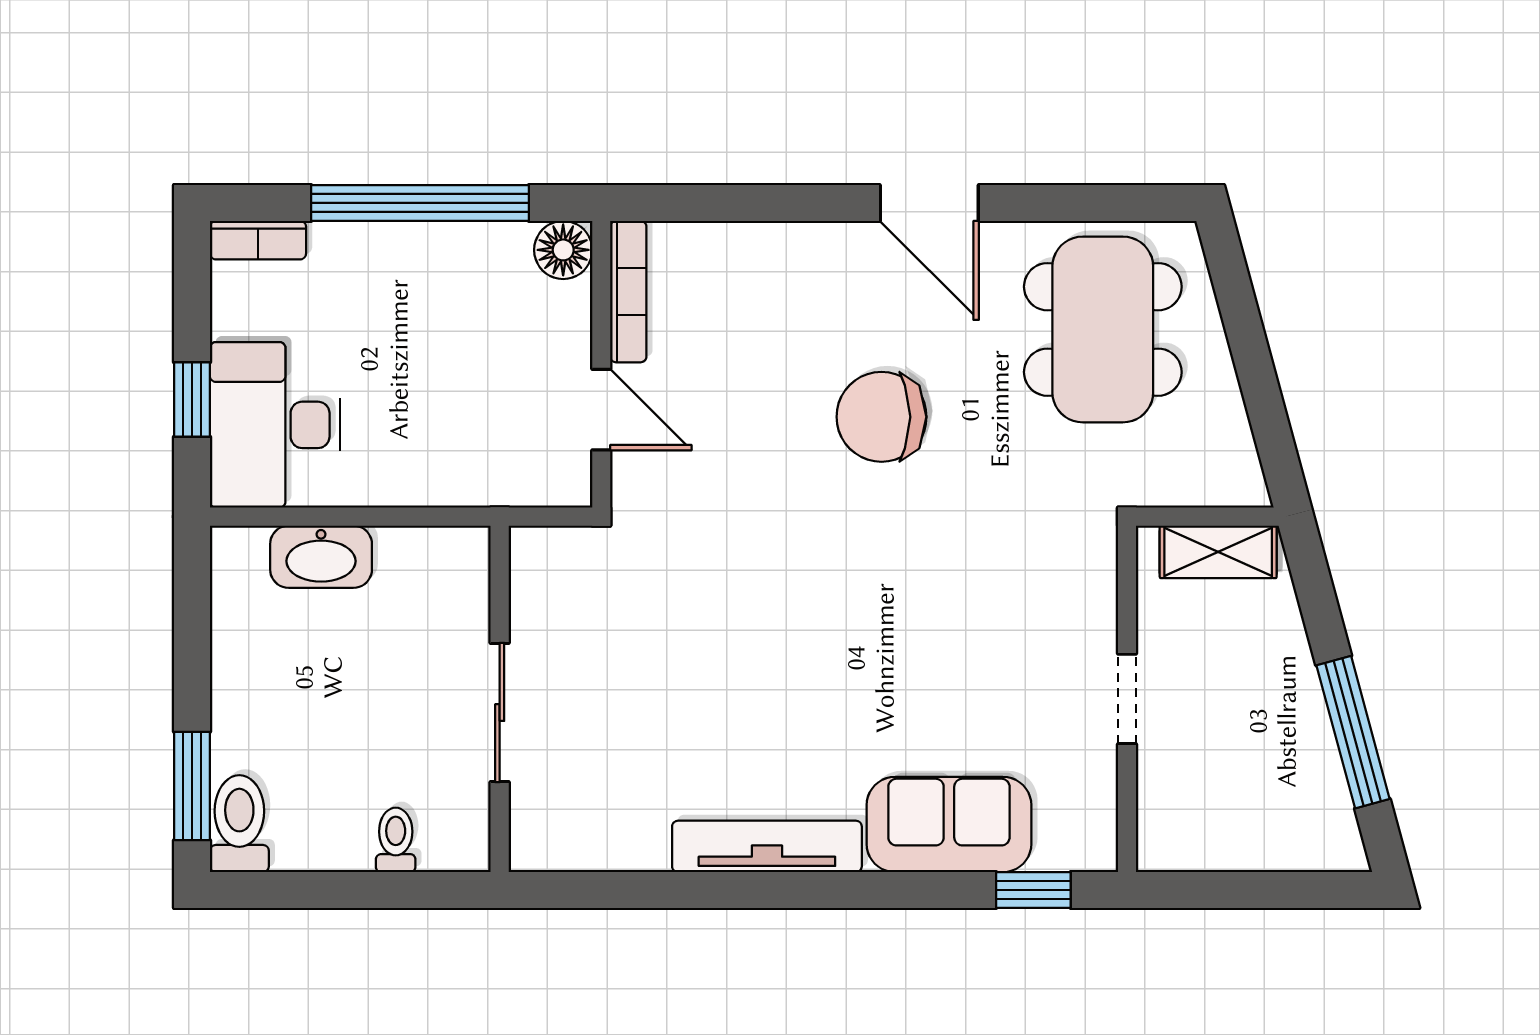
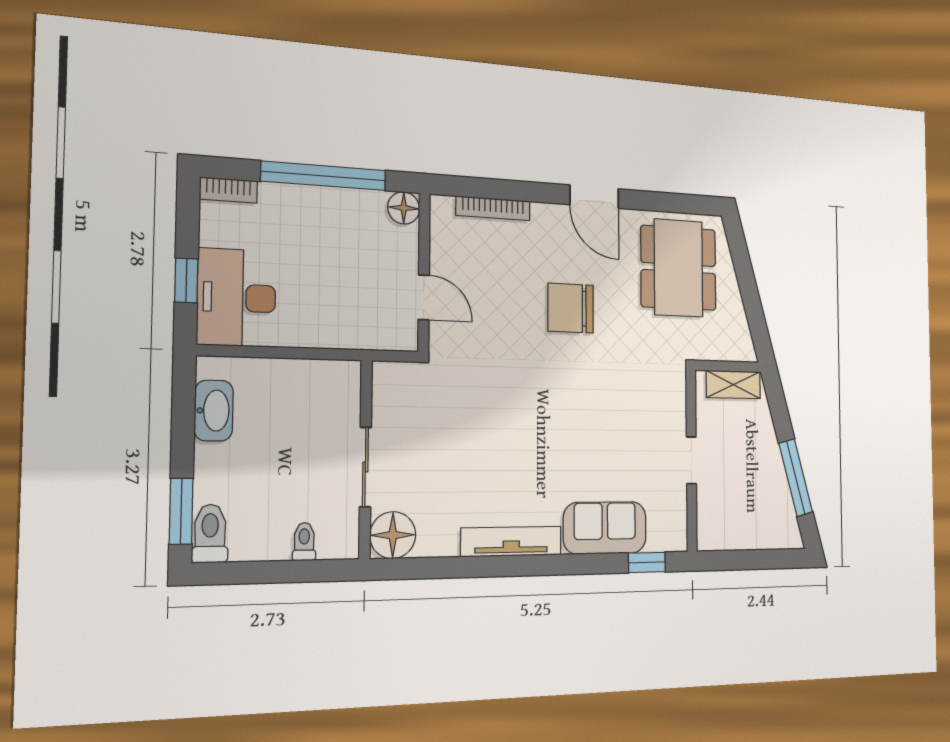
bookcase: (628, 292) -> (493, 208), moved, turned 90
washbasin: (321, 557) -> (214, 411), moved, turned -90
floor lamp: (549, 831) -> (393, 535), added

